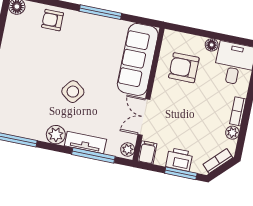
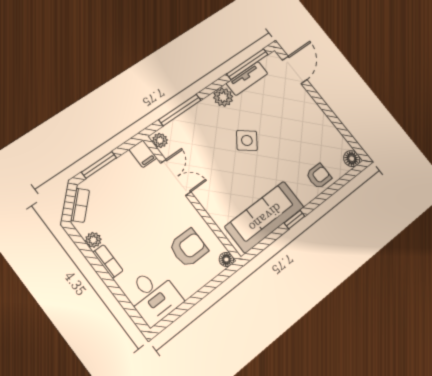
window: (100, 12) -> (294, 220), width x0.46
floor lamp: (212, 45) -> (226, 259), moved
sofa: (138, 59) -> (265, 217), moved, turned -90
tv unit: (85, 143) -> (247, 78), moved
printer: (179, 159) -> (112, 174), removed

